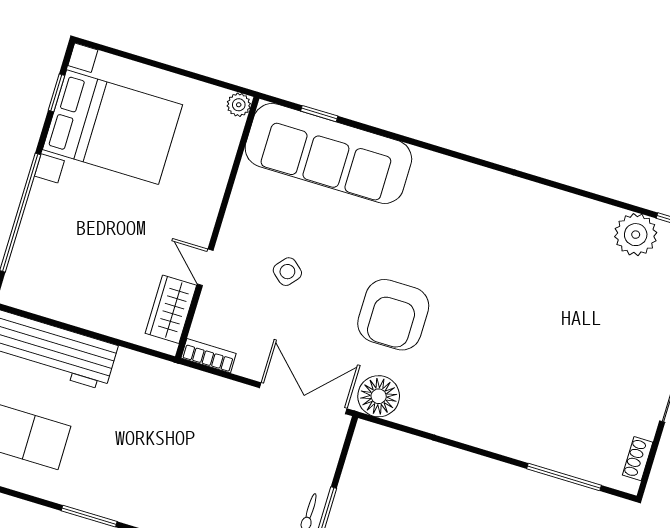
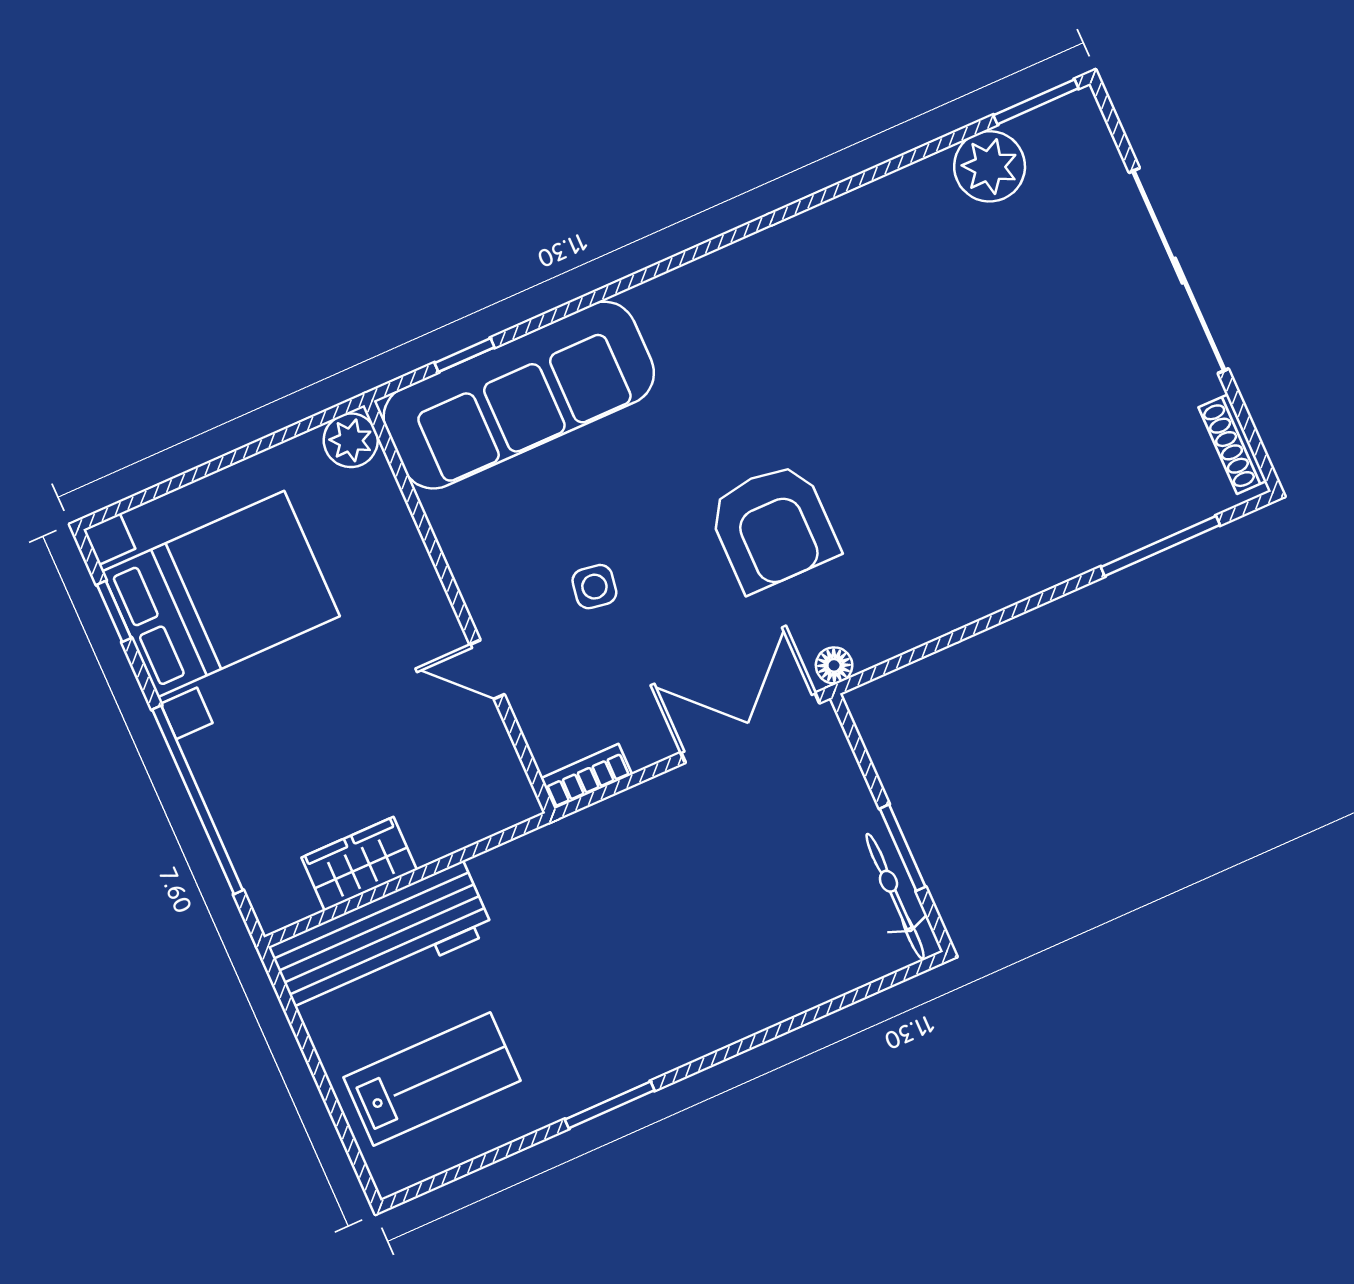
plant: (239, 105) -> (351, 440), width x1.38, depth x1.38
side table: (287, 272) -> (594, 587), turned -31
wardrobe: (171, 309) -> (359, 864), moved, turned 90
floor lamp: (379, 396) -> (834, 665), width x0.53, depth x0.53
shoe rack: (638, 459) -> (1233, 444), width x1.43

